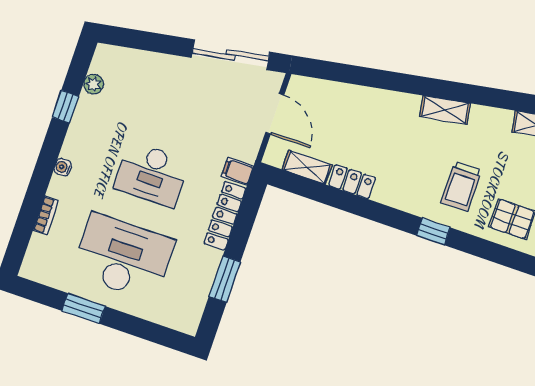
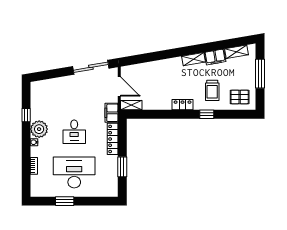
plant: (94, 84) -> (39, 129), moved, width x1.88, depth x1.88
filing cabinet: (491, 121) -> (215, 57), added
shelving: (307, 167) -> (131, 105), moved
filing cabinet: (237, 171) -> (112, 113), width x2.00
desk: (152, 174) -> (74, 132), width x0.73
locker: (352, 182) -> (183, 105), moved

